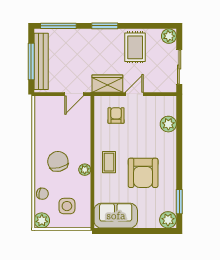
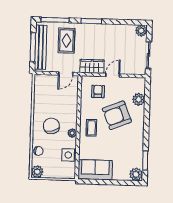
rug: (135, 47) -> (67, 41), moved
armchair: (143, 173) -> (117, 115), moved, turned 68
side table: (67, 206) -> (68, 155), moved

